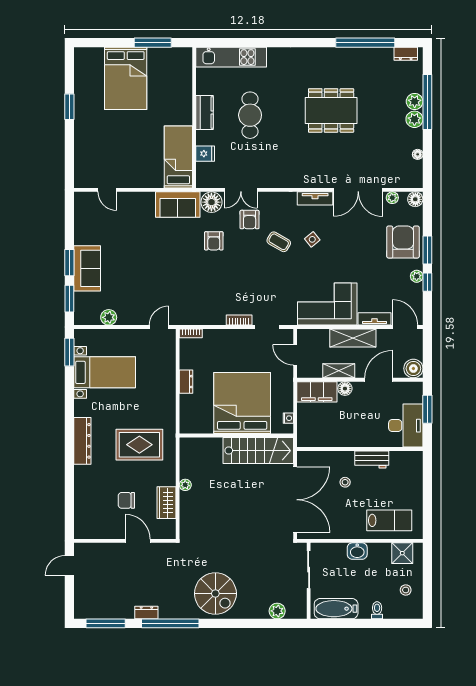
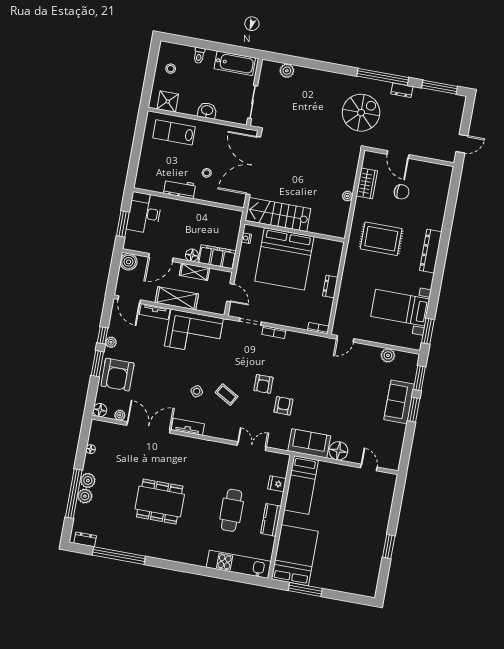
bed: (126, 78) -> (295, 555), moved
floor lamp: (211, 202) -> (338, 451), moved
armchair: (250, 220) -> (263, 384), moved, turned 180
spiral stairs: (215, 594) -> (361, 113), moved, turned 90

